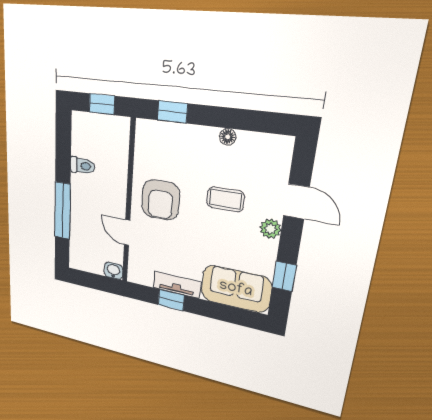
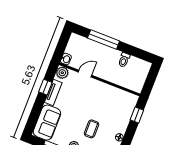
window: (102, 104) -> (150, 81), removed
armchair: (161, 200) -> (98, 97), removed
plant: (138, 273) -> (62, 73), added

